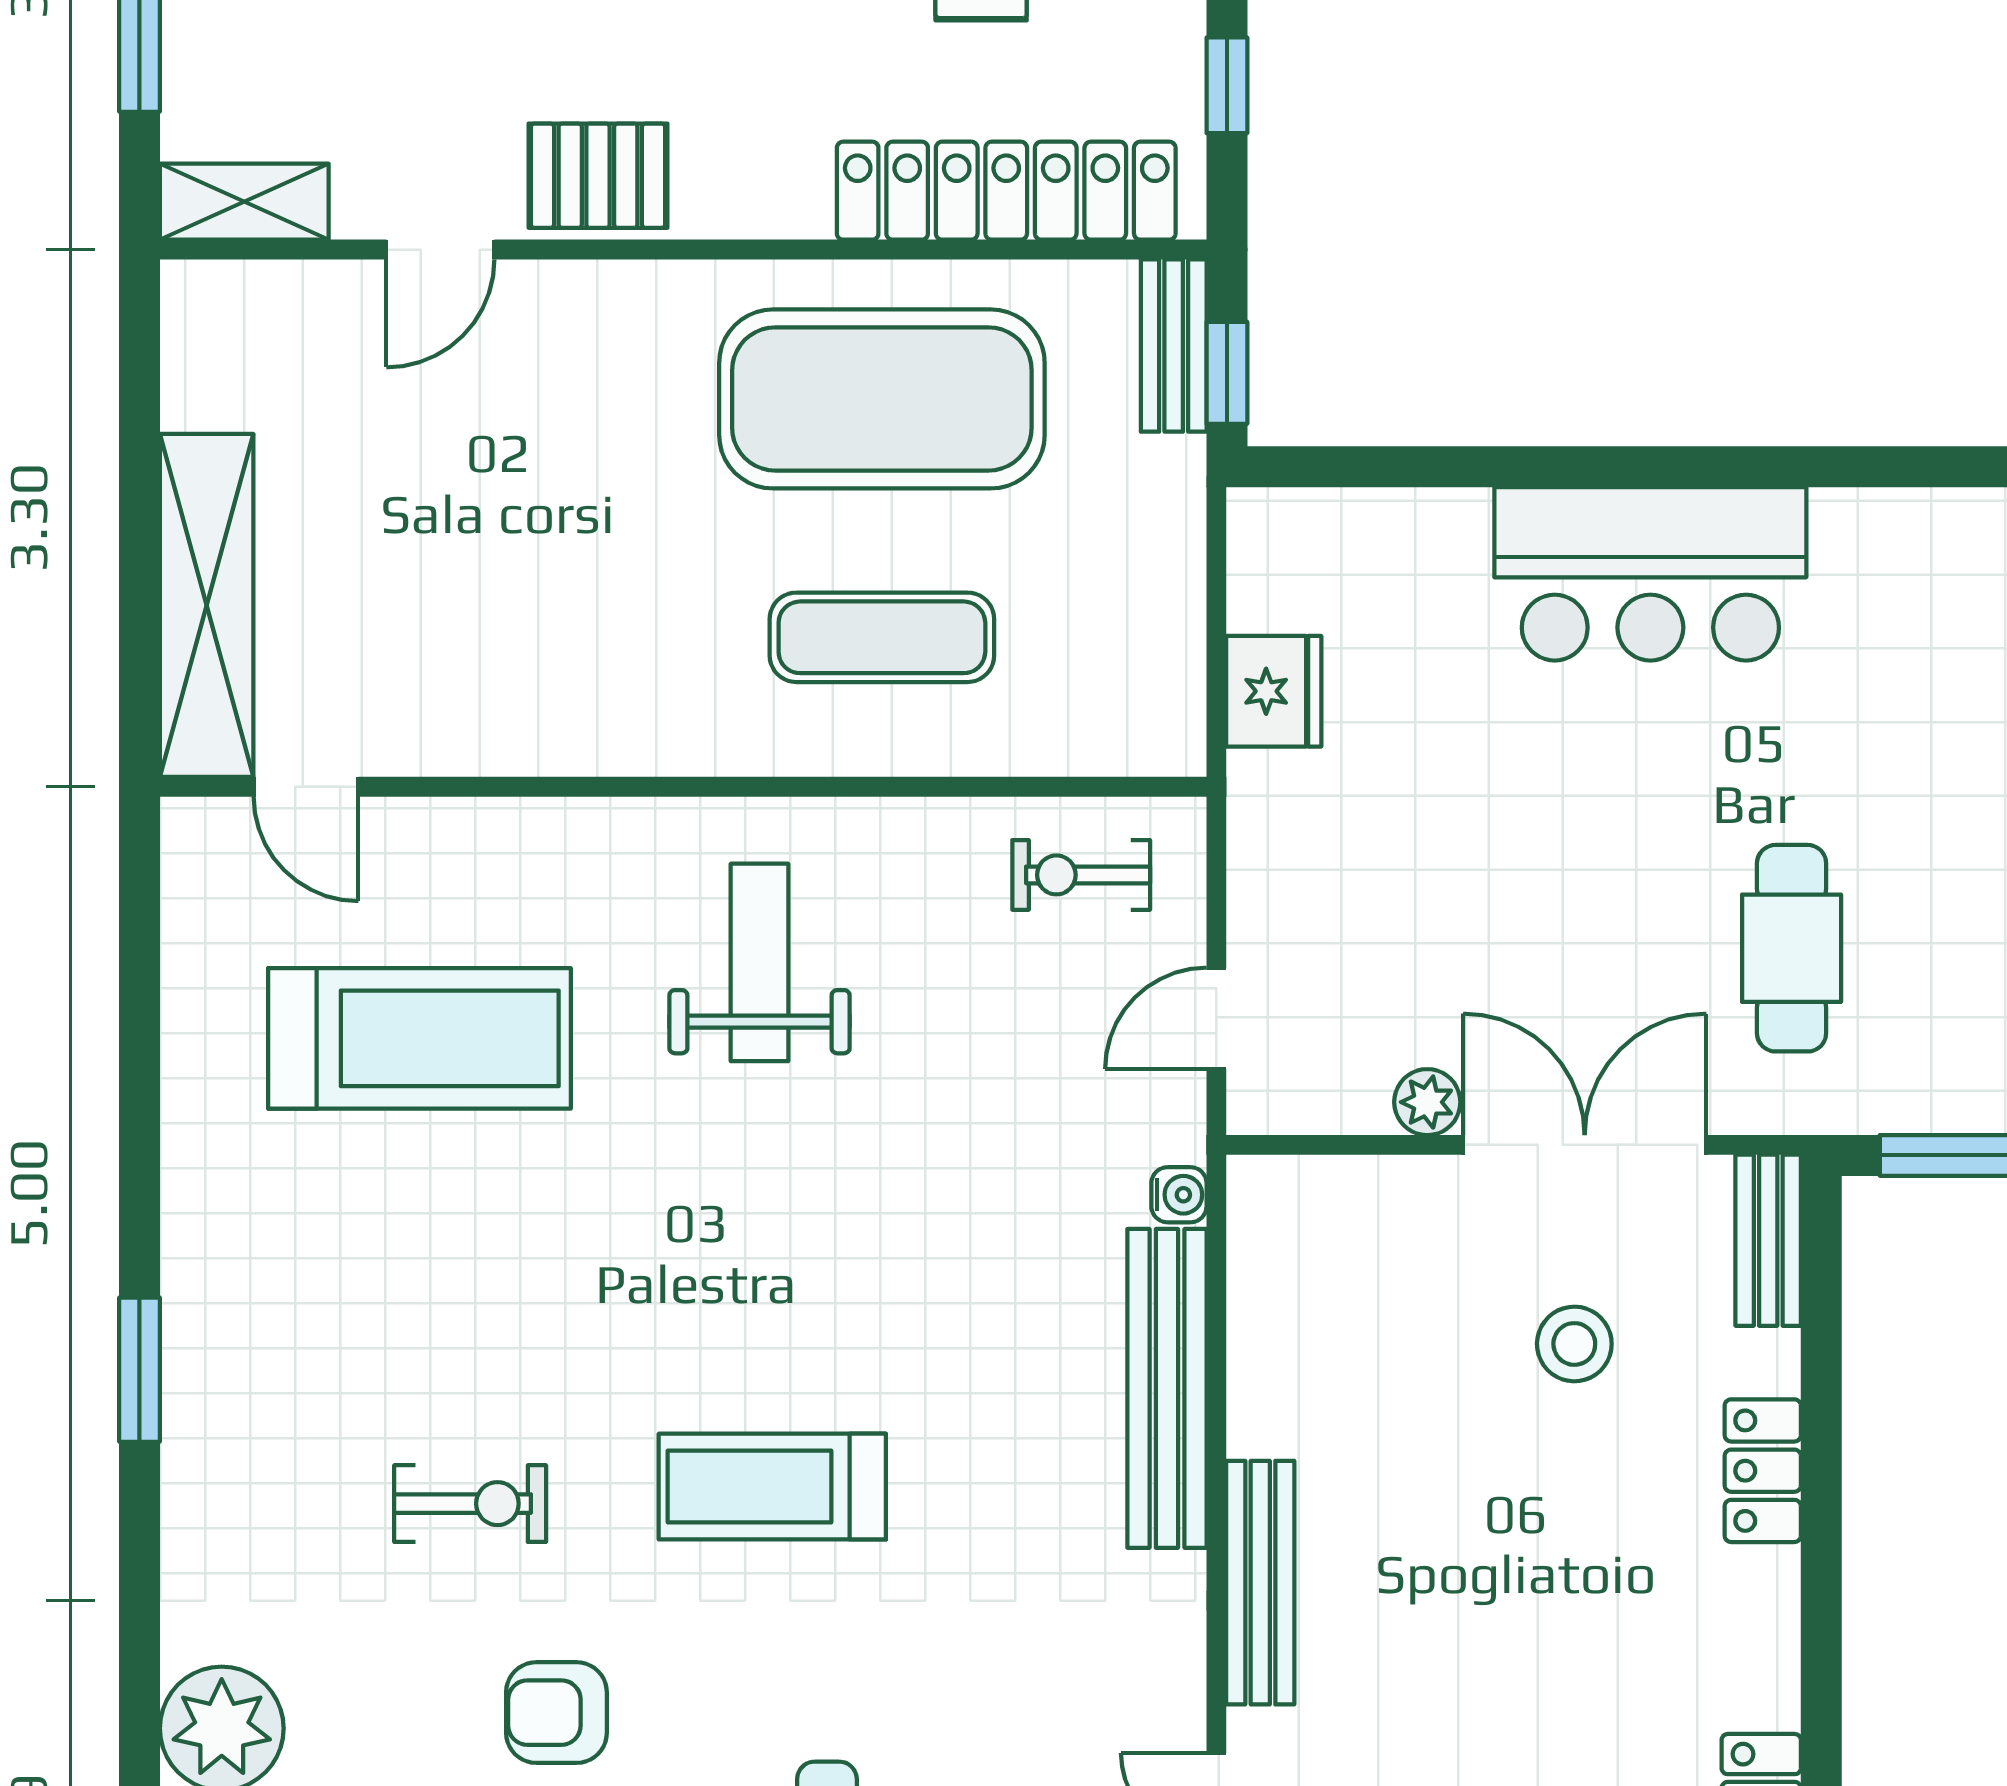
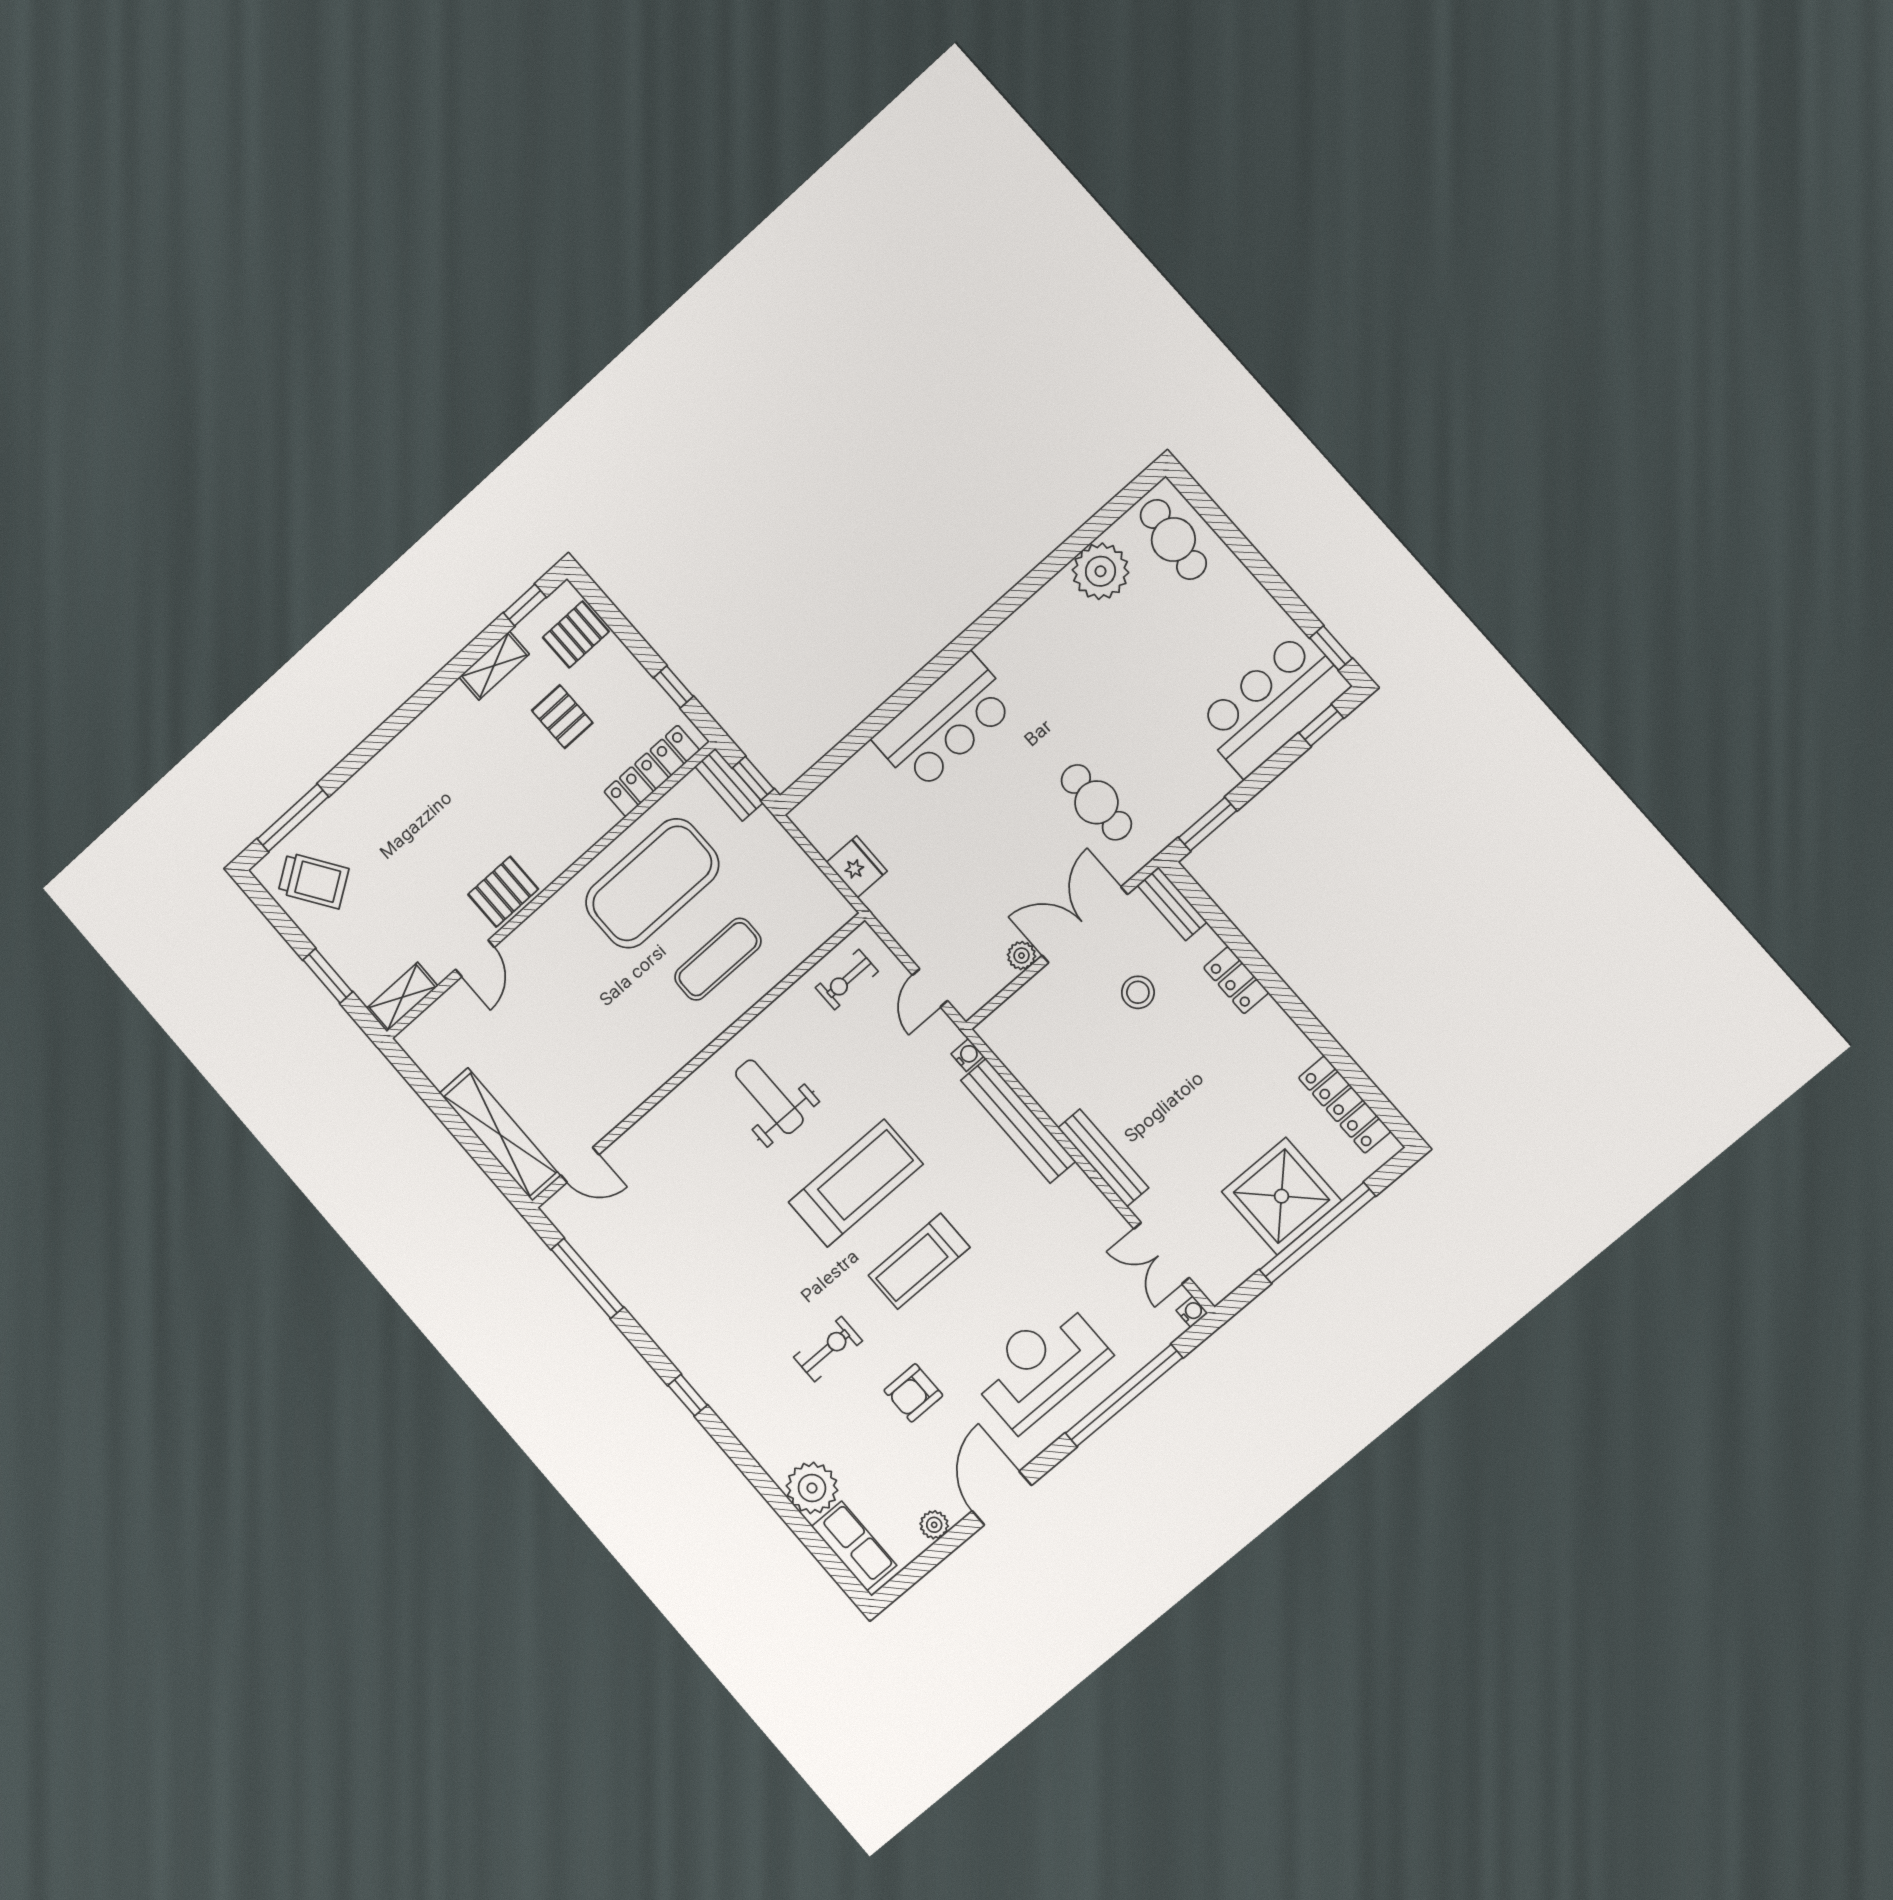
locker: (1006, 191) -> (652, 771), width x0.71, depth x0.83
window: (139, 1002) -> (587, 1278), added
treadmill: (420, 1038) -> (856, 1183), moved
window: (139, 1370) -> (688, 1395), width x0.67

